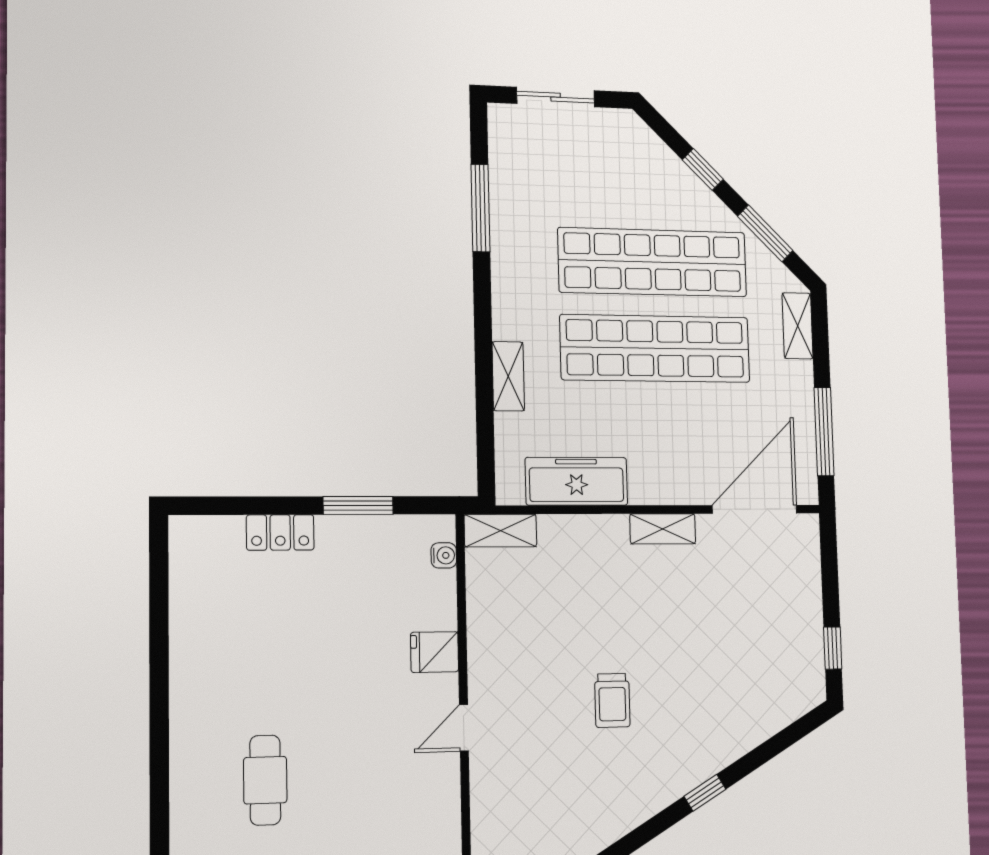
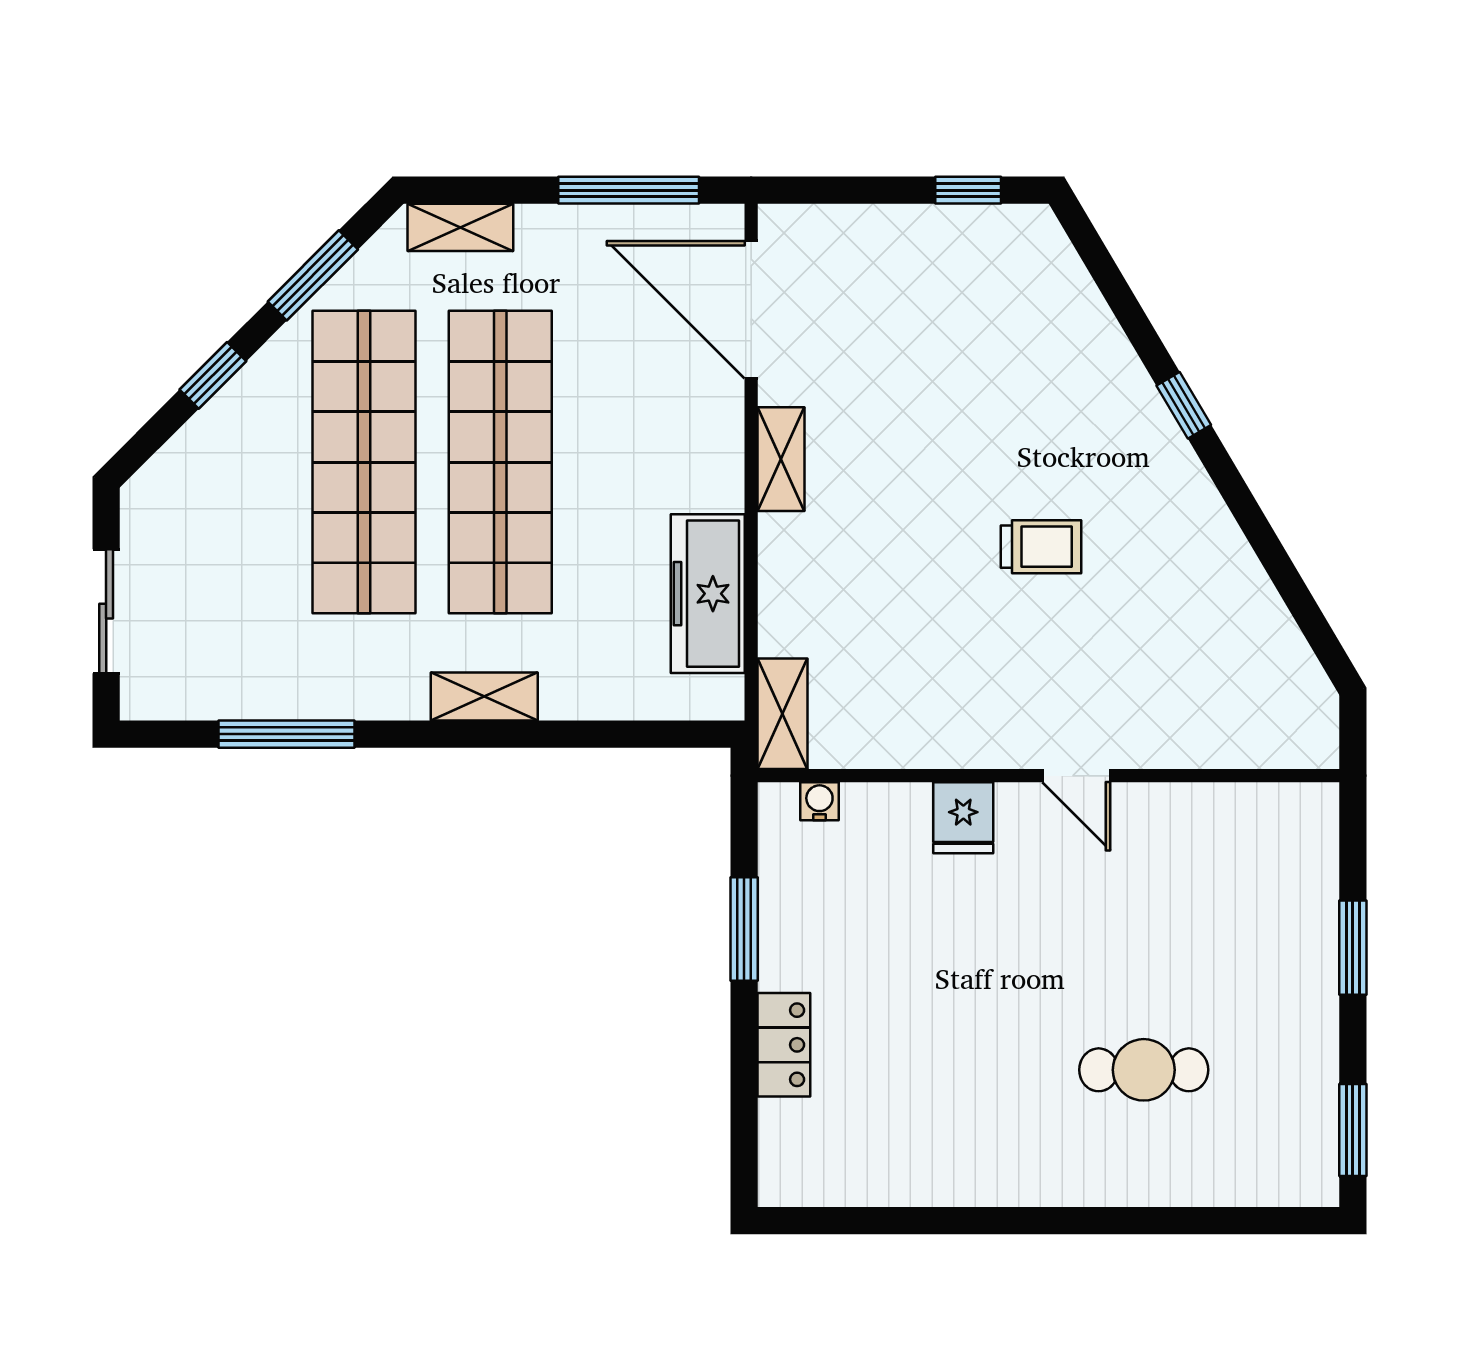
shelving: (508, 376) -> (484, 696), moved

